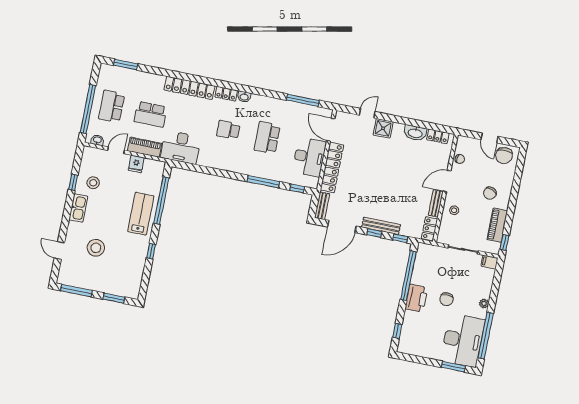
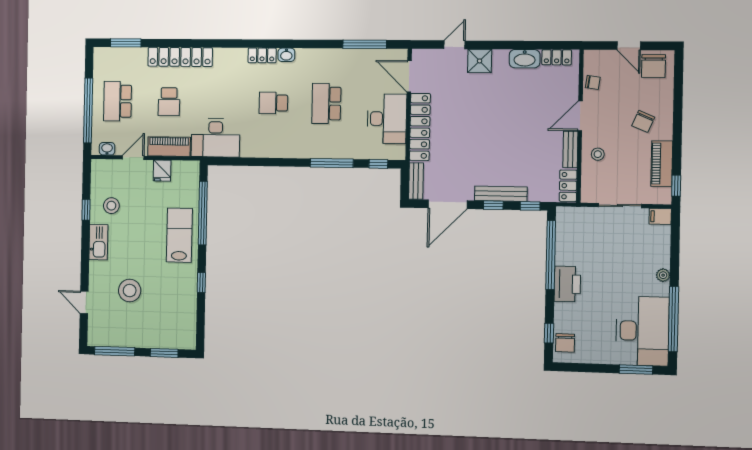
locker: (189, 88) -> (180, 57), moved
school desk: (151, 114) -> (169, 102), width x0.54
chair: (447, 299) -> (565, 343), moved

